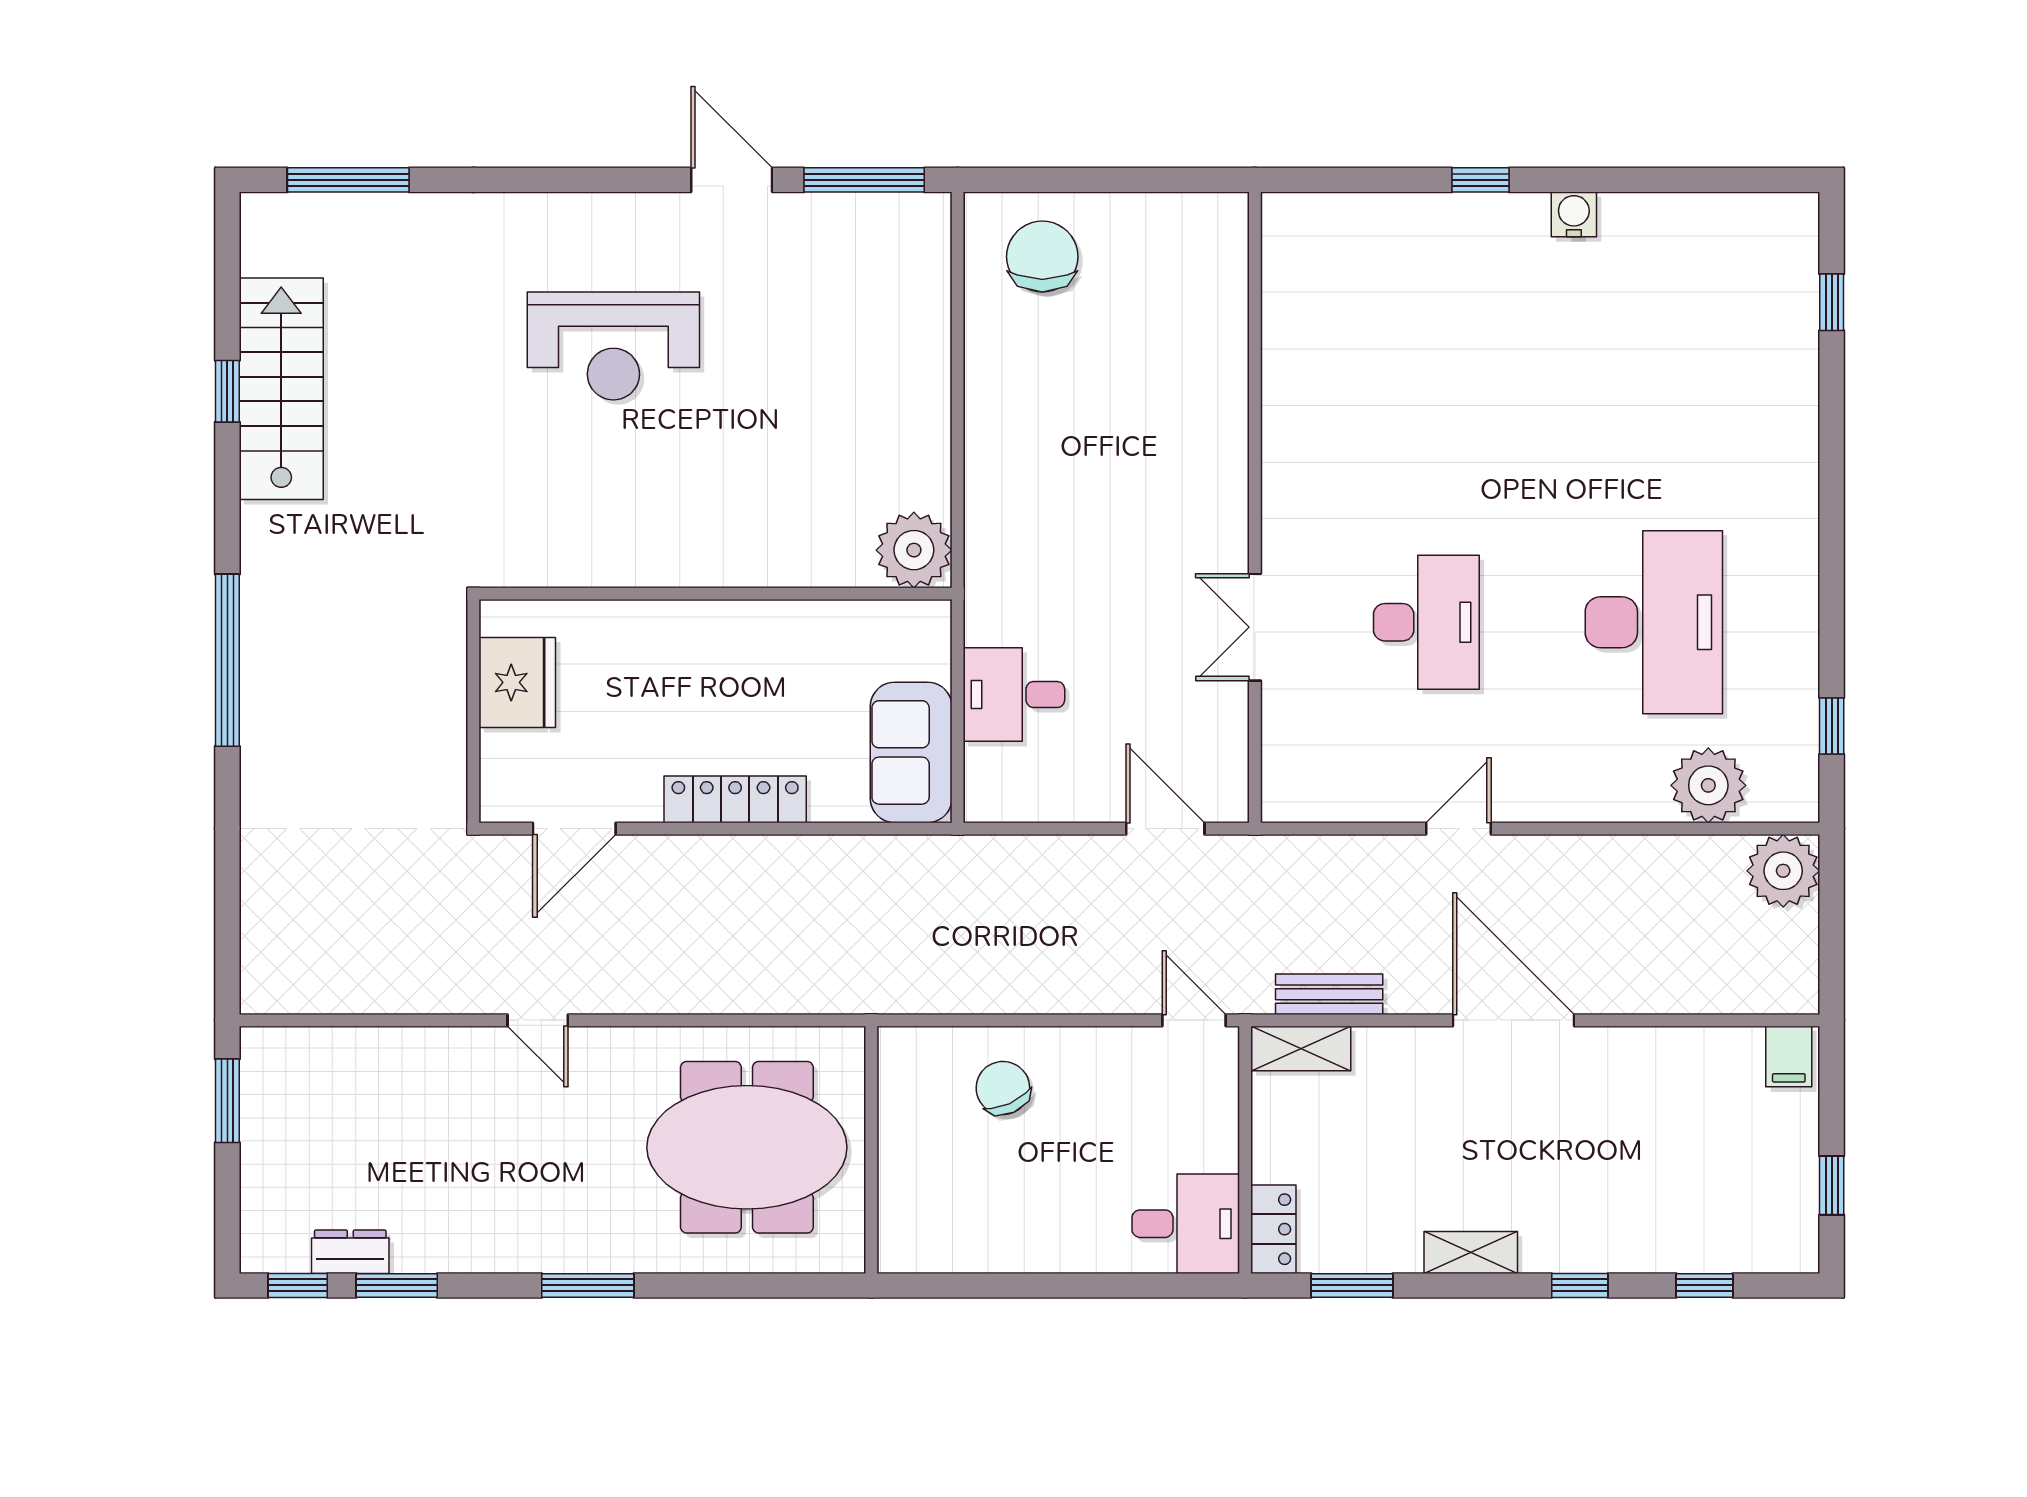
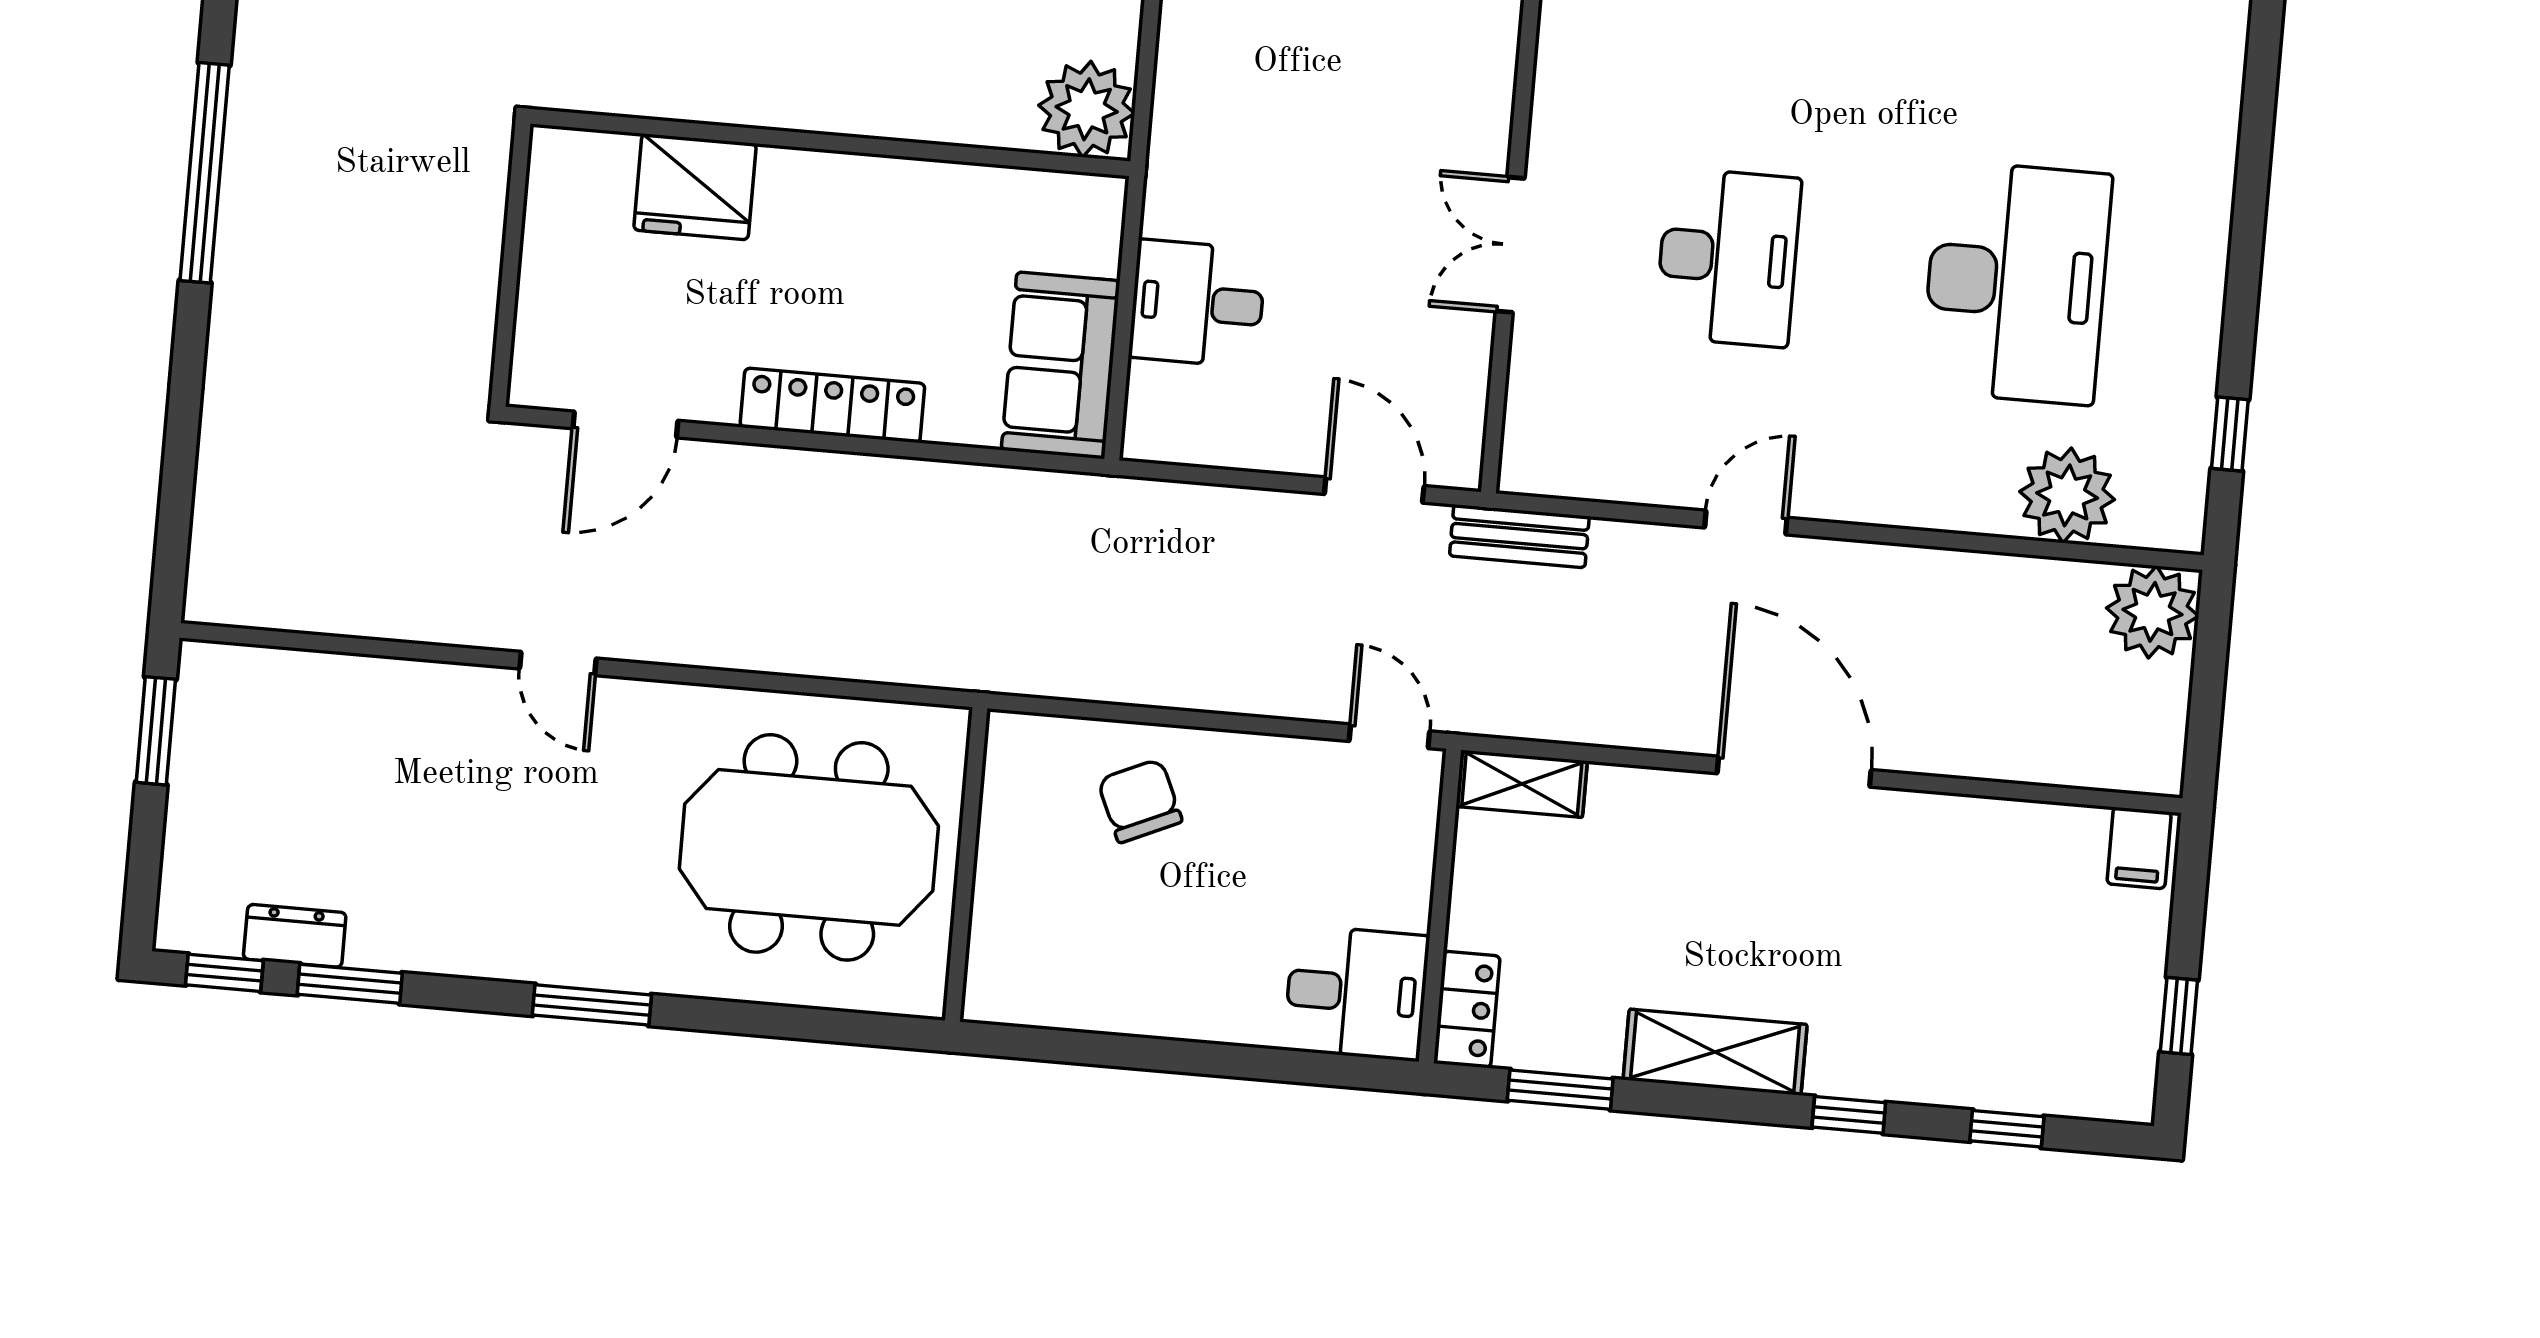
fridge: (517, 682) -> (695, 187), moved, turned 90
bench: (1329, 994) -> (1519, 536), moved
shelving: (1471, 1252) -> (1715, 1052), width x1.50, depth x1.33

